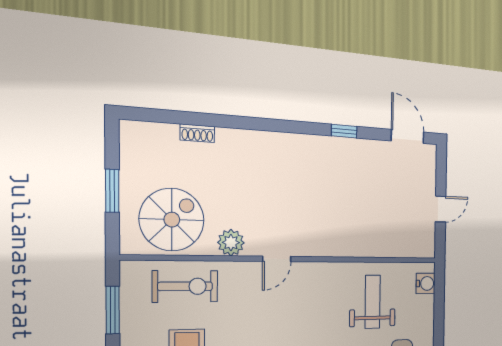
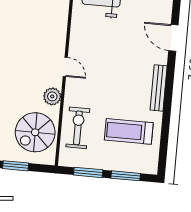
spiral stairs: (172, 220) -> (35, 132), turned -90

